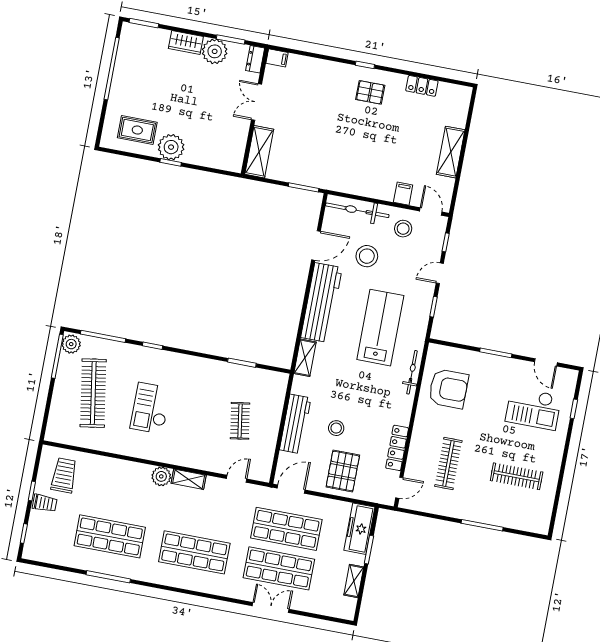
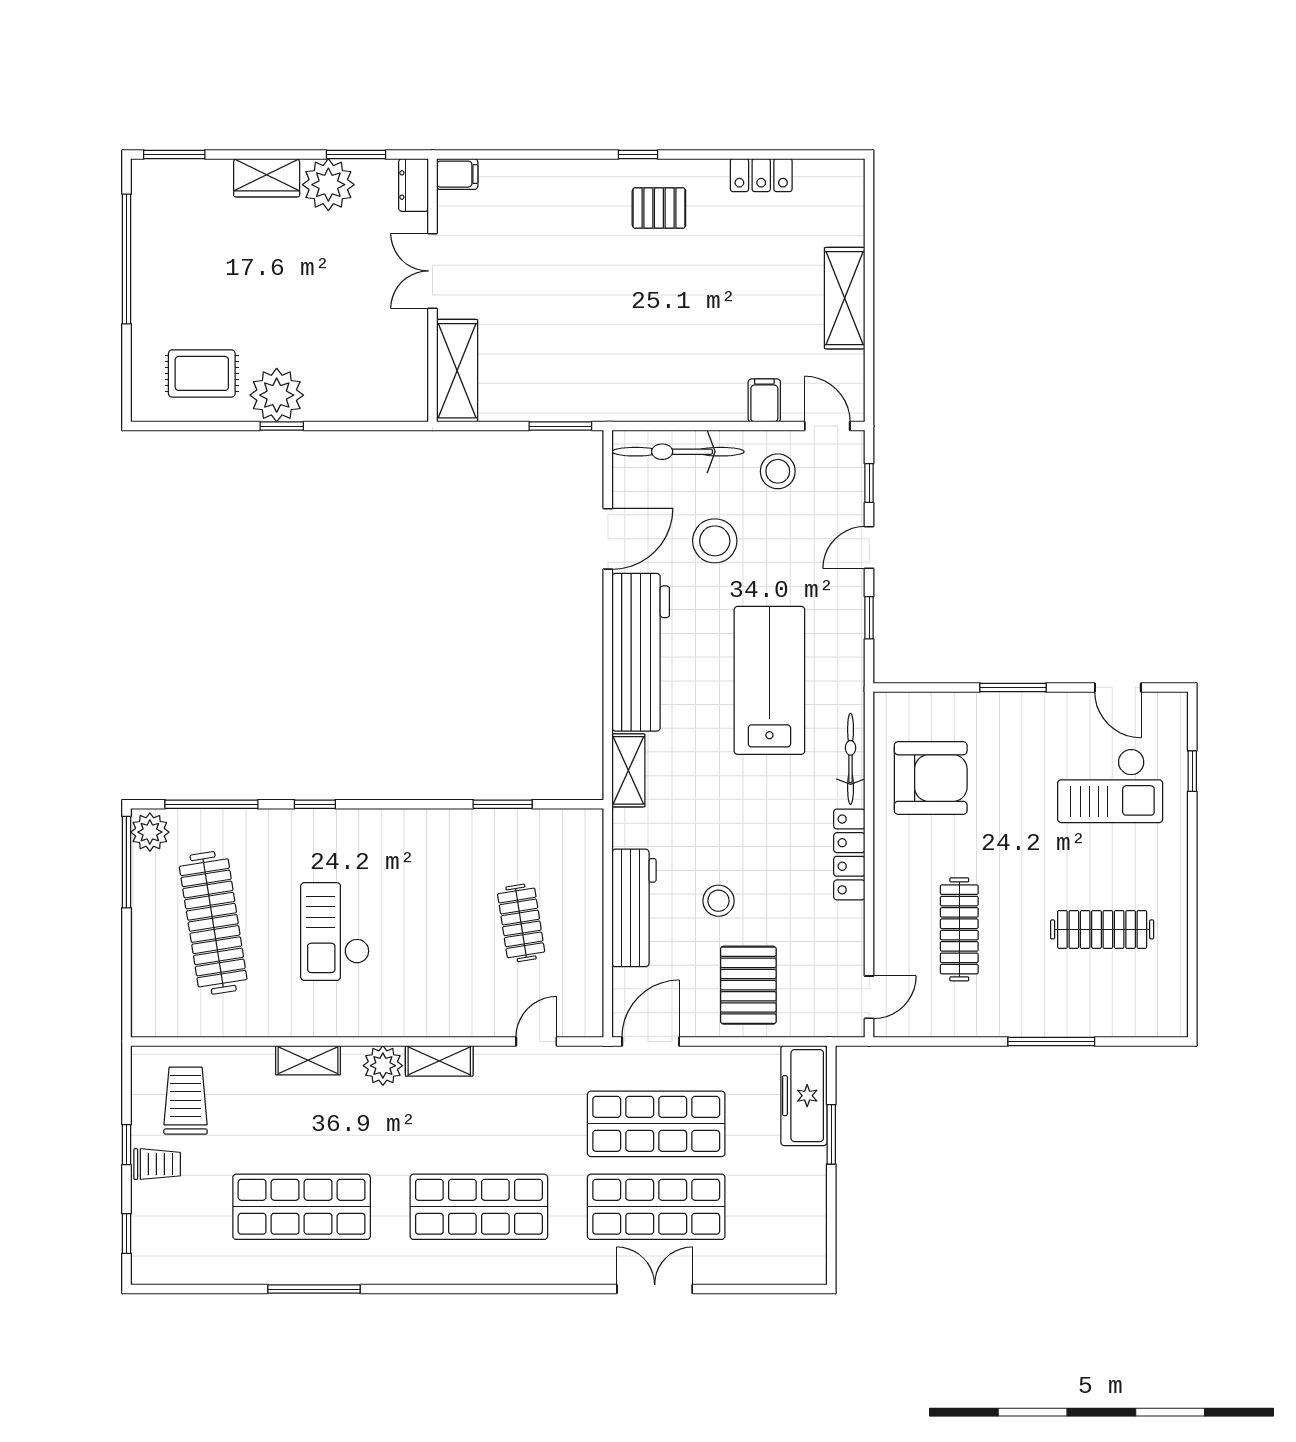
locker: (397, 448) -> (849, 854), moved
shelving: (354, 581) -> (308, 1060), moved, turned 90

